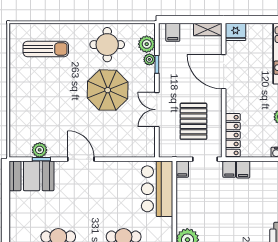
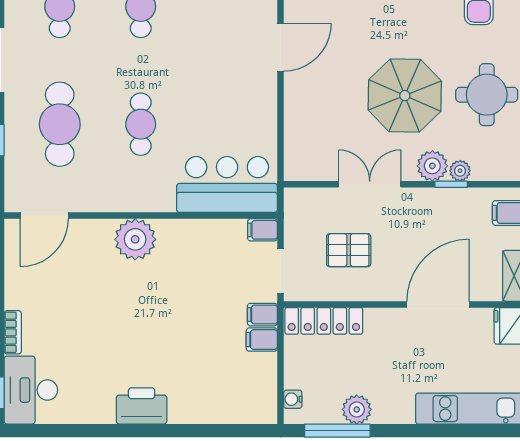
plant: (147, 44) -> (432, 166), moved
pallet: (193, 121) -> (349, 250), width x0.67, depth x0.71

